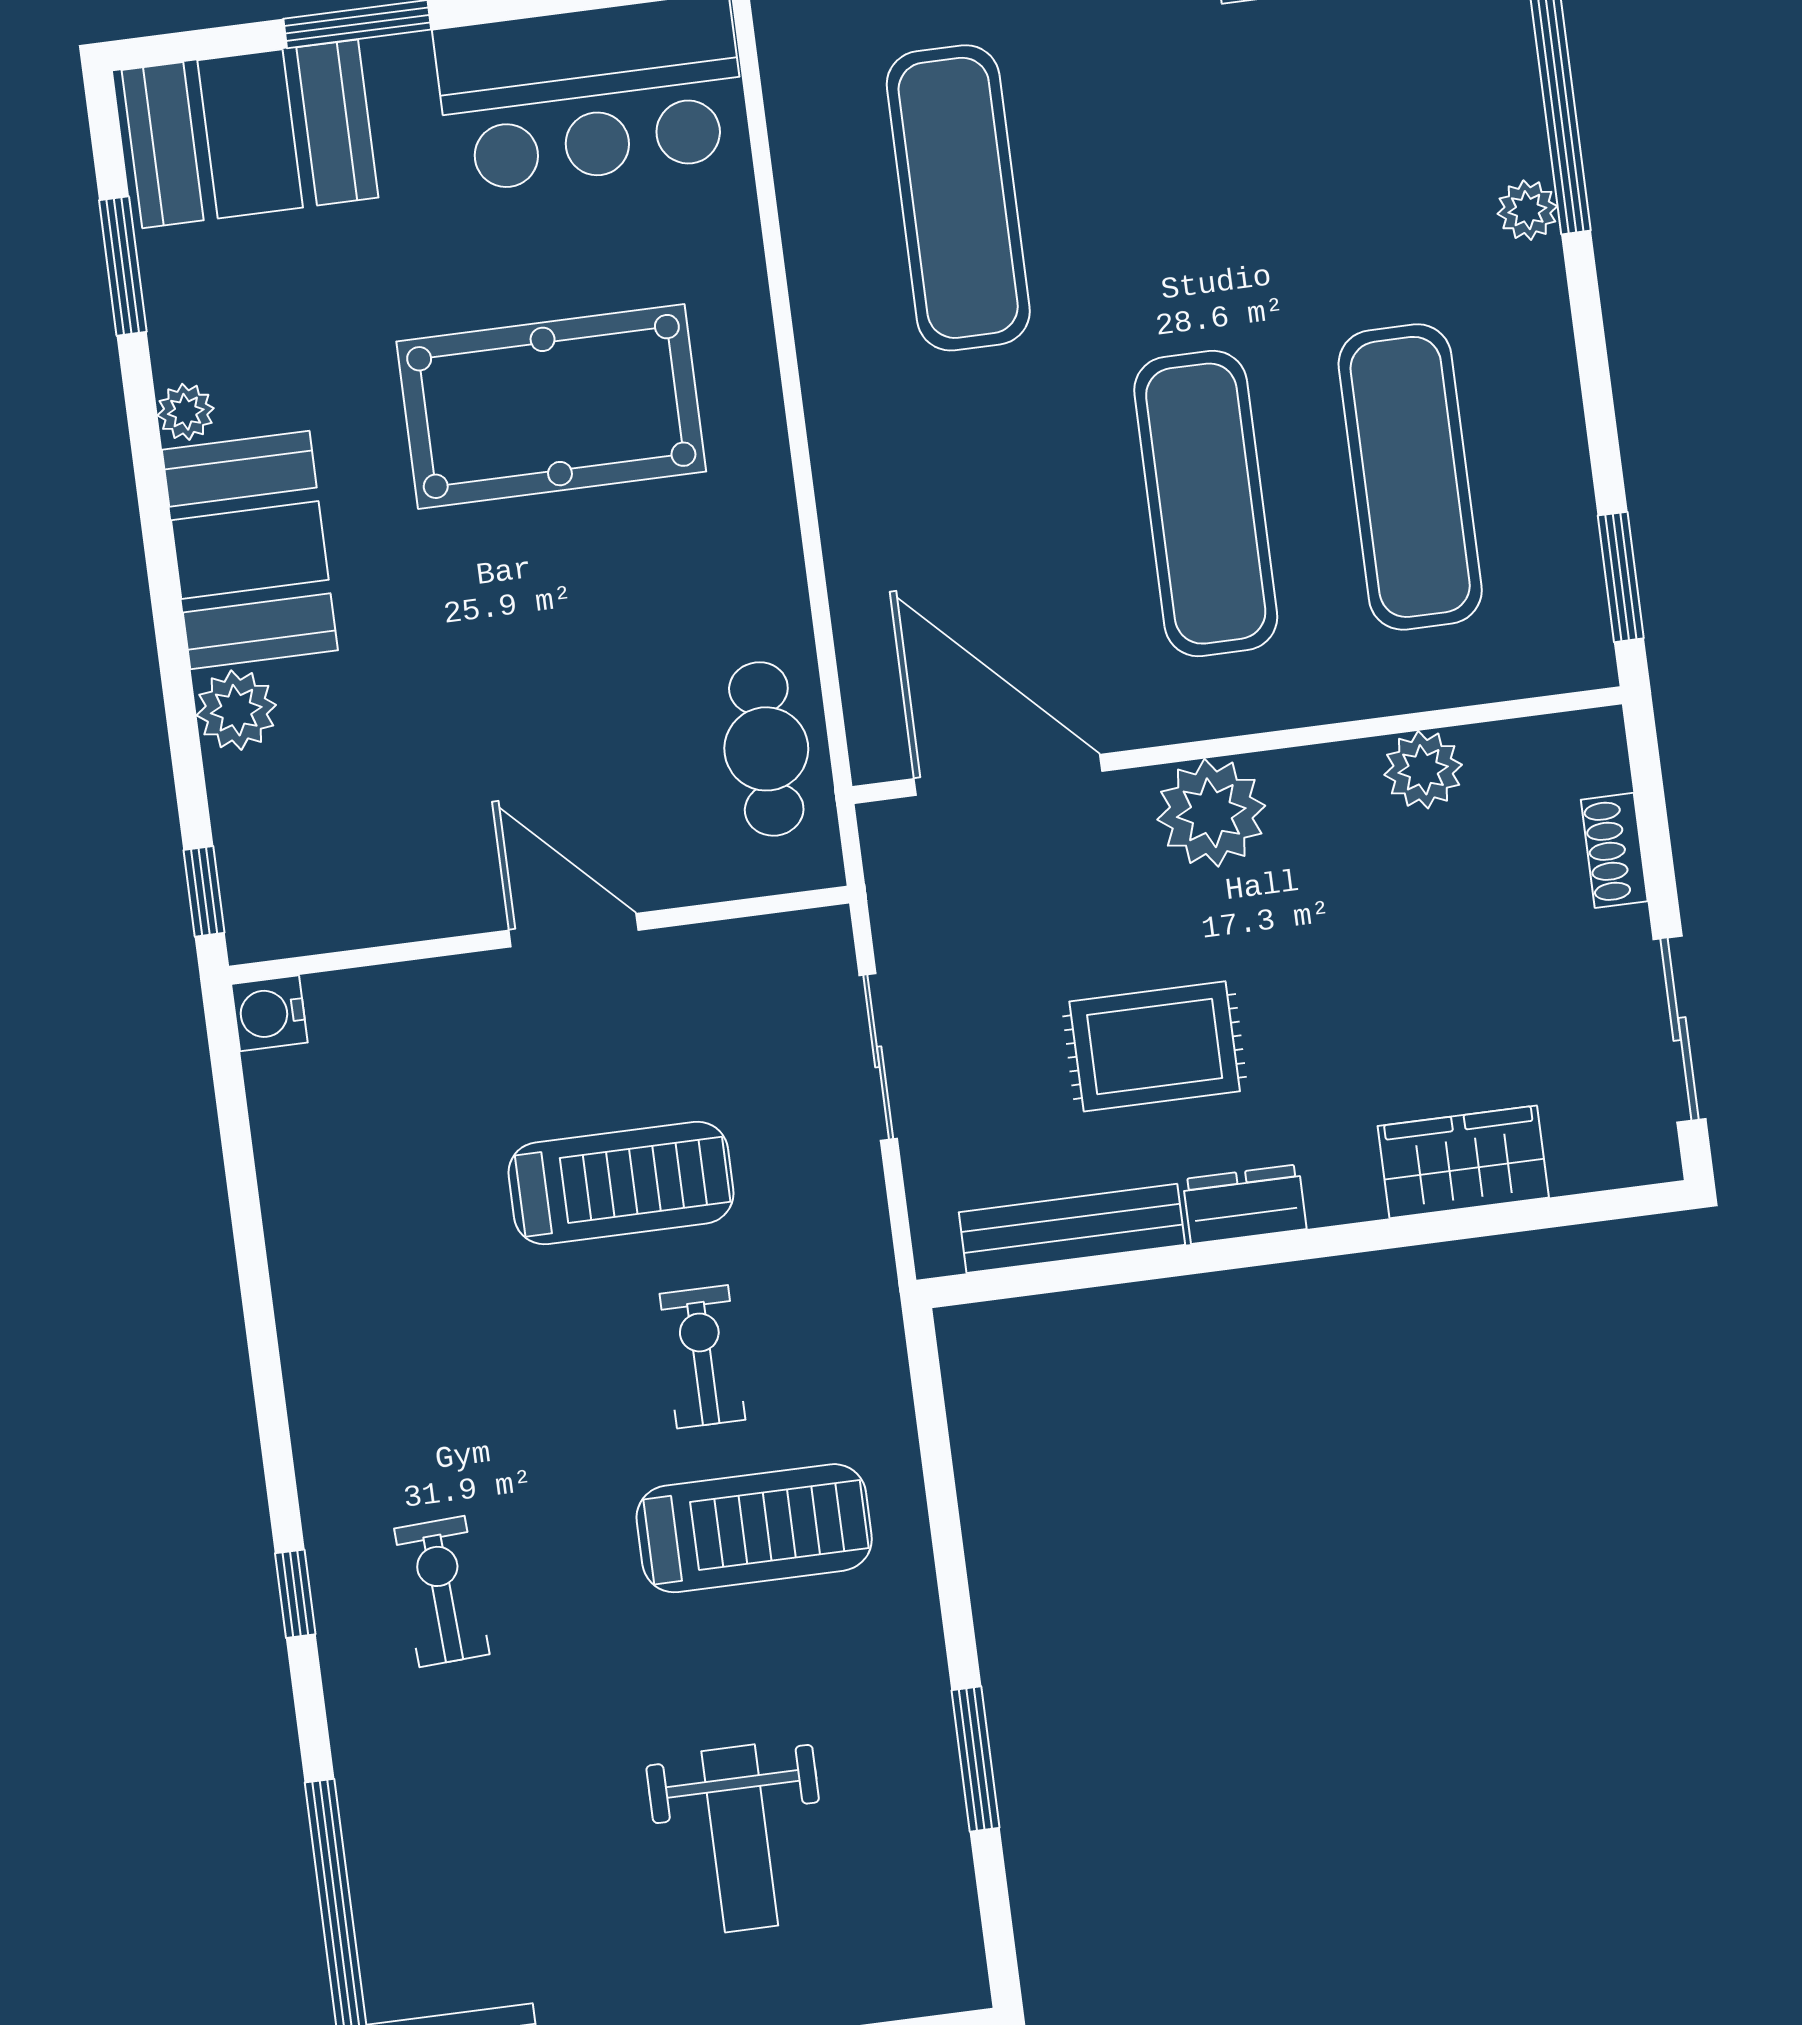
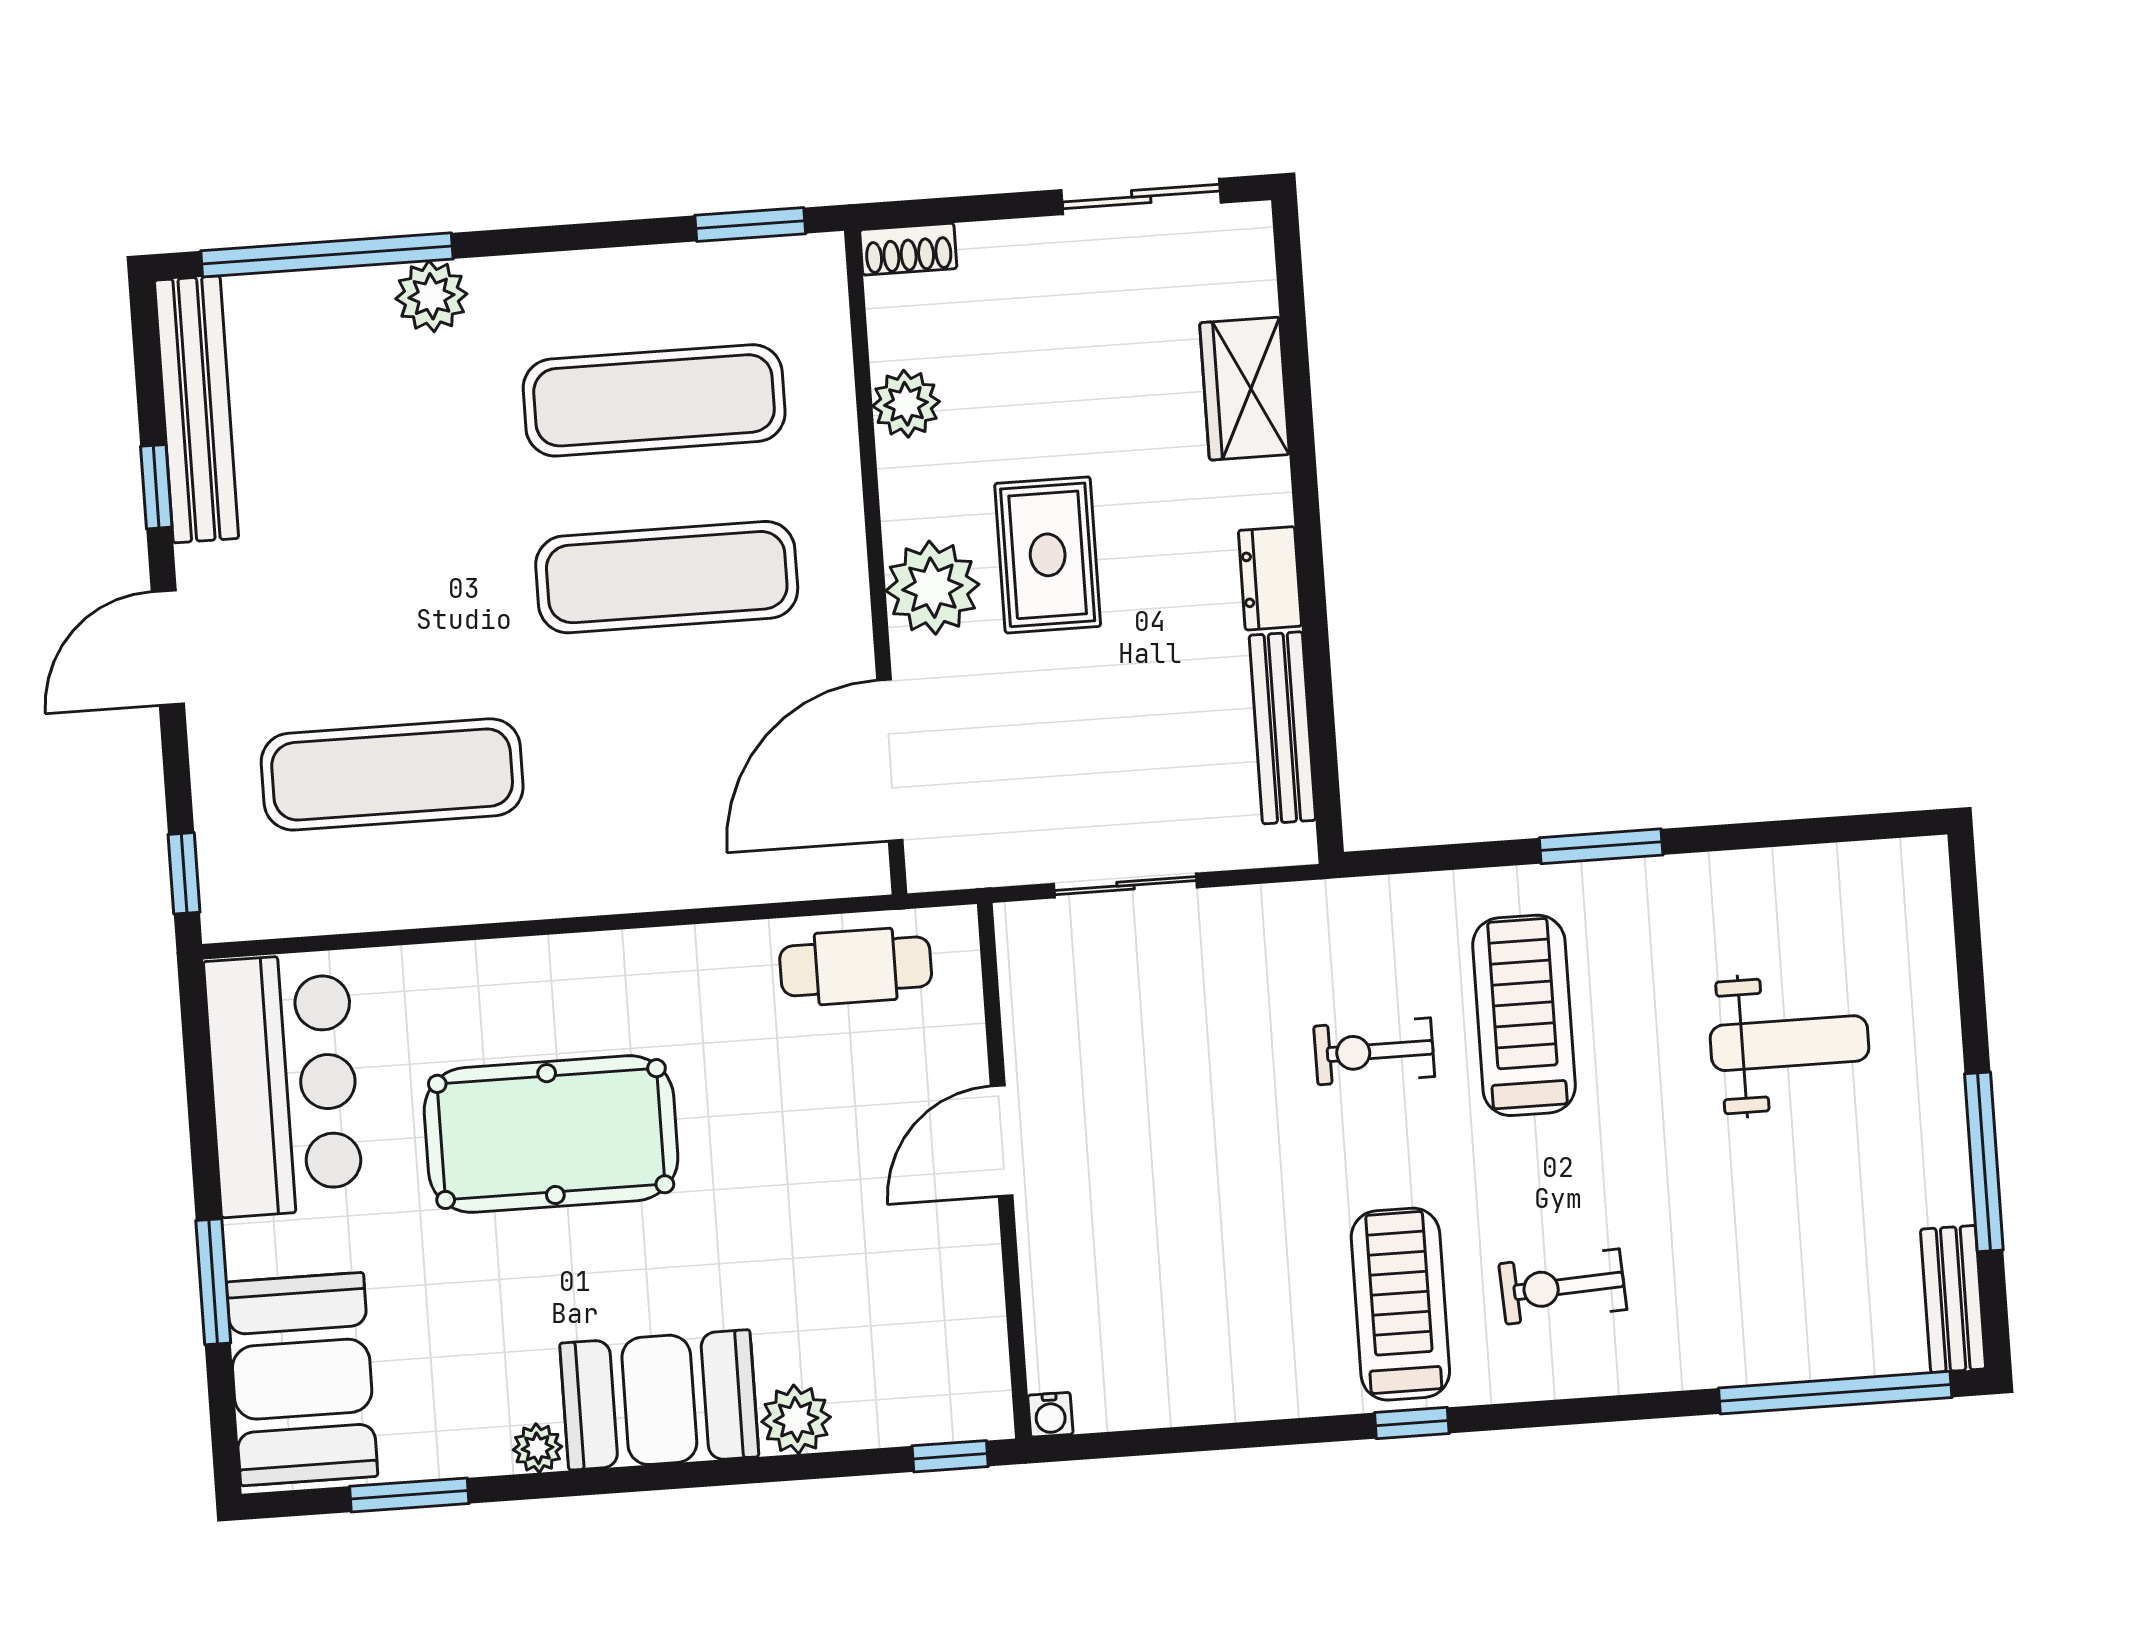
plant: (1527, 210) -> (431, 296), width x1.38, depth x1.38
pool table: (551, 406) -> (551, 1134), turned 90
shoe rack: (1614, 850) -> (908, 249), moved
water cooler: (269, 1013) -> (1050, 1415), width x0.72, depth x0.72
rug: (1155, 1046) -> (1048, 555), moved
treadmill: (621, 1183) -> (1400, 1304), moved
window: (295, 1594) -> (1412, 1423), moved
window: (975, 1759) -> (1601, 846), moved

